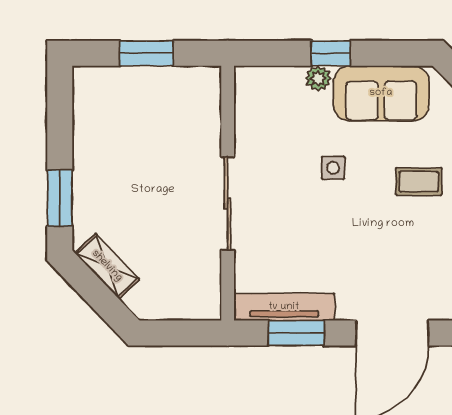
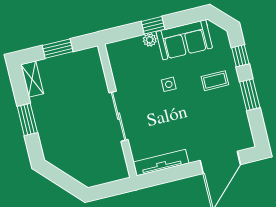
window: (60, 198) -> (27, 120), moved
shelving: (107, 266) -> (32, 79), moved, turned 44
window: (296, 333) -> (171, 175), removed

